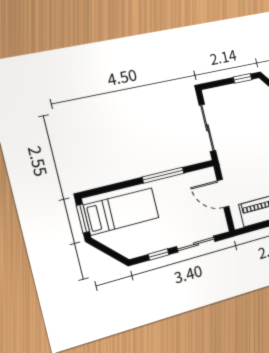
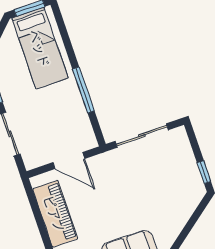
door: (223, 194) -> (69, 160), swing flipped

